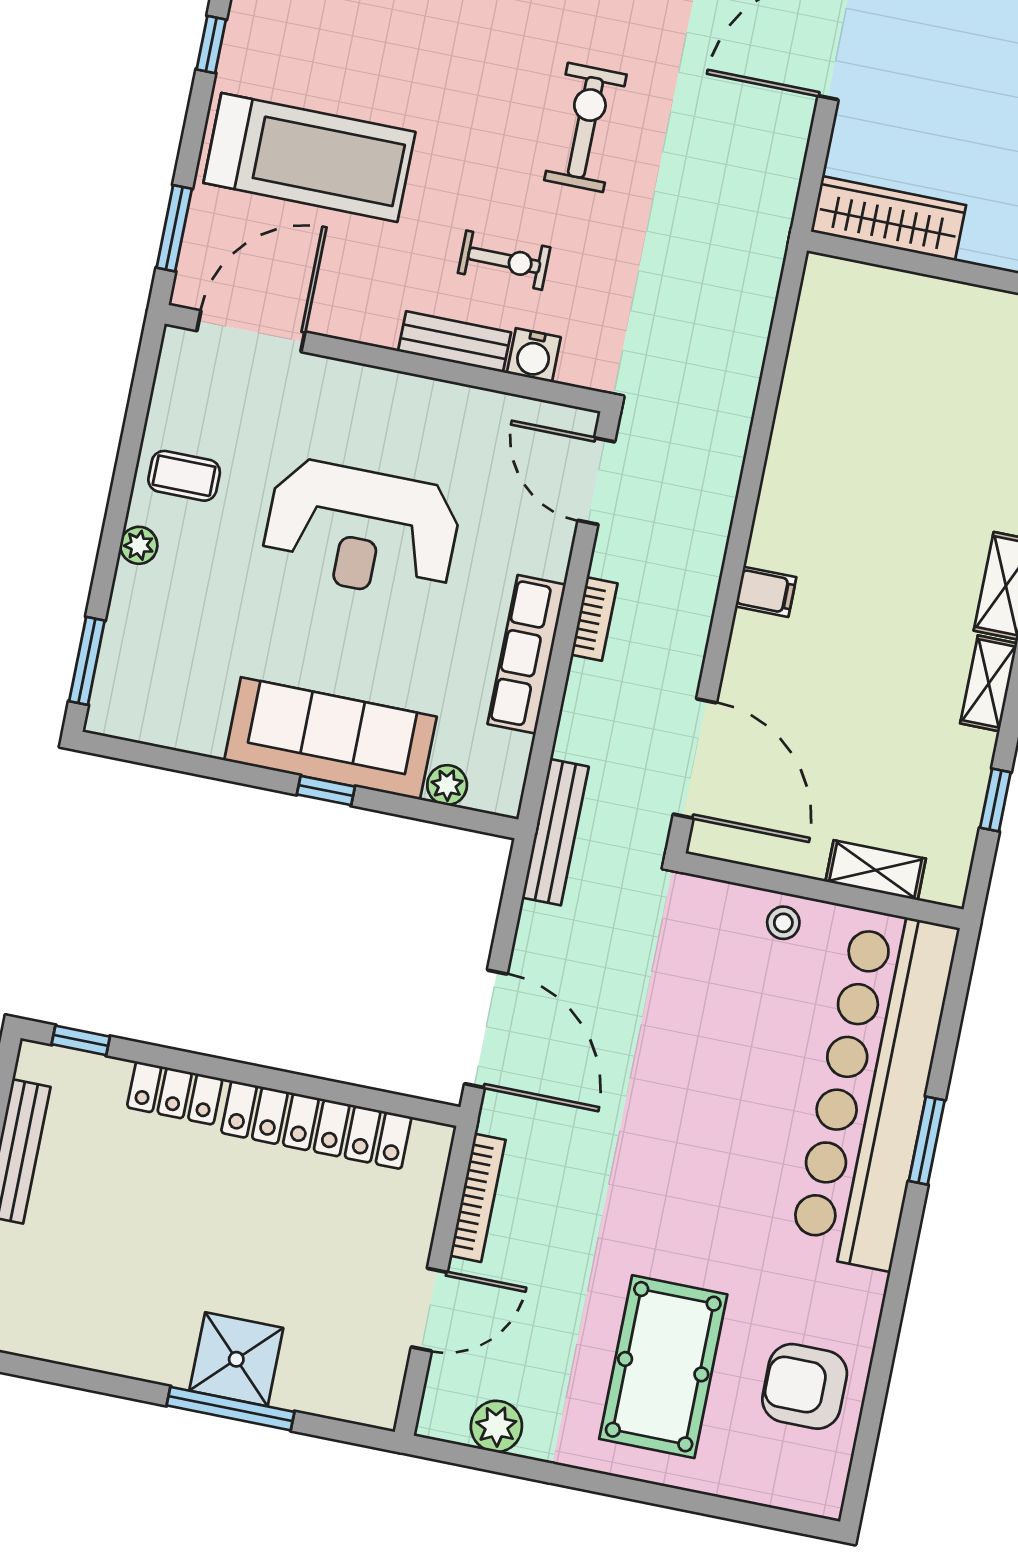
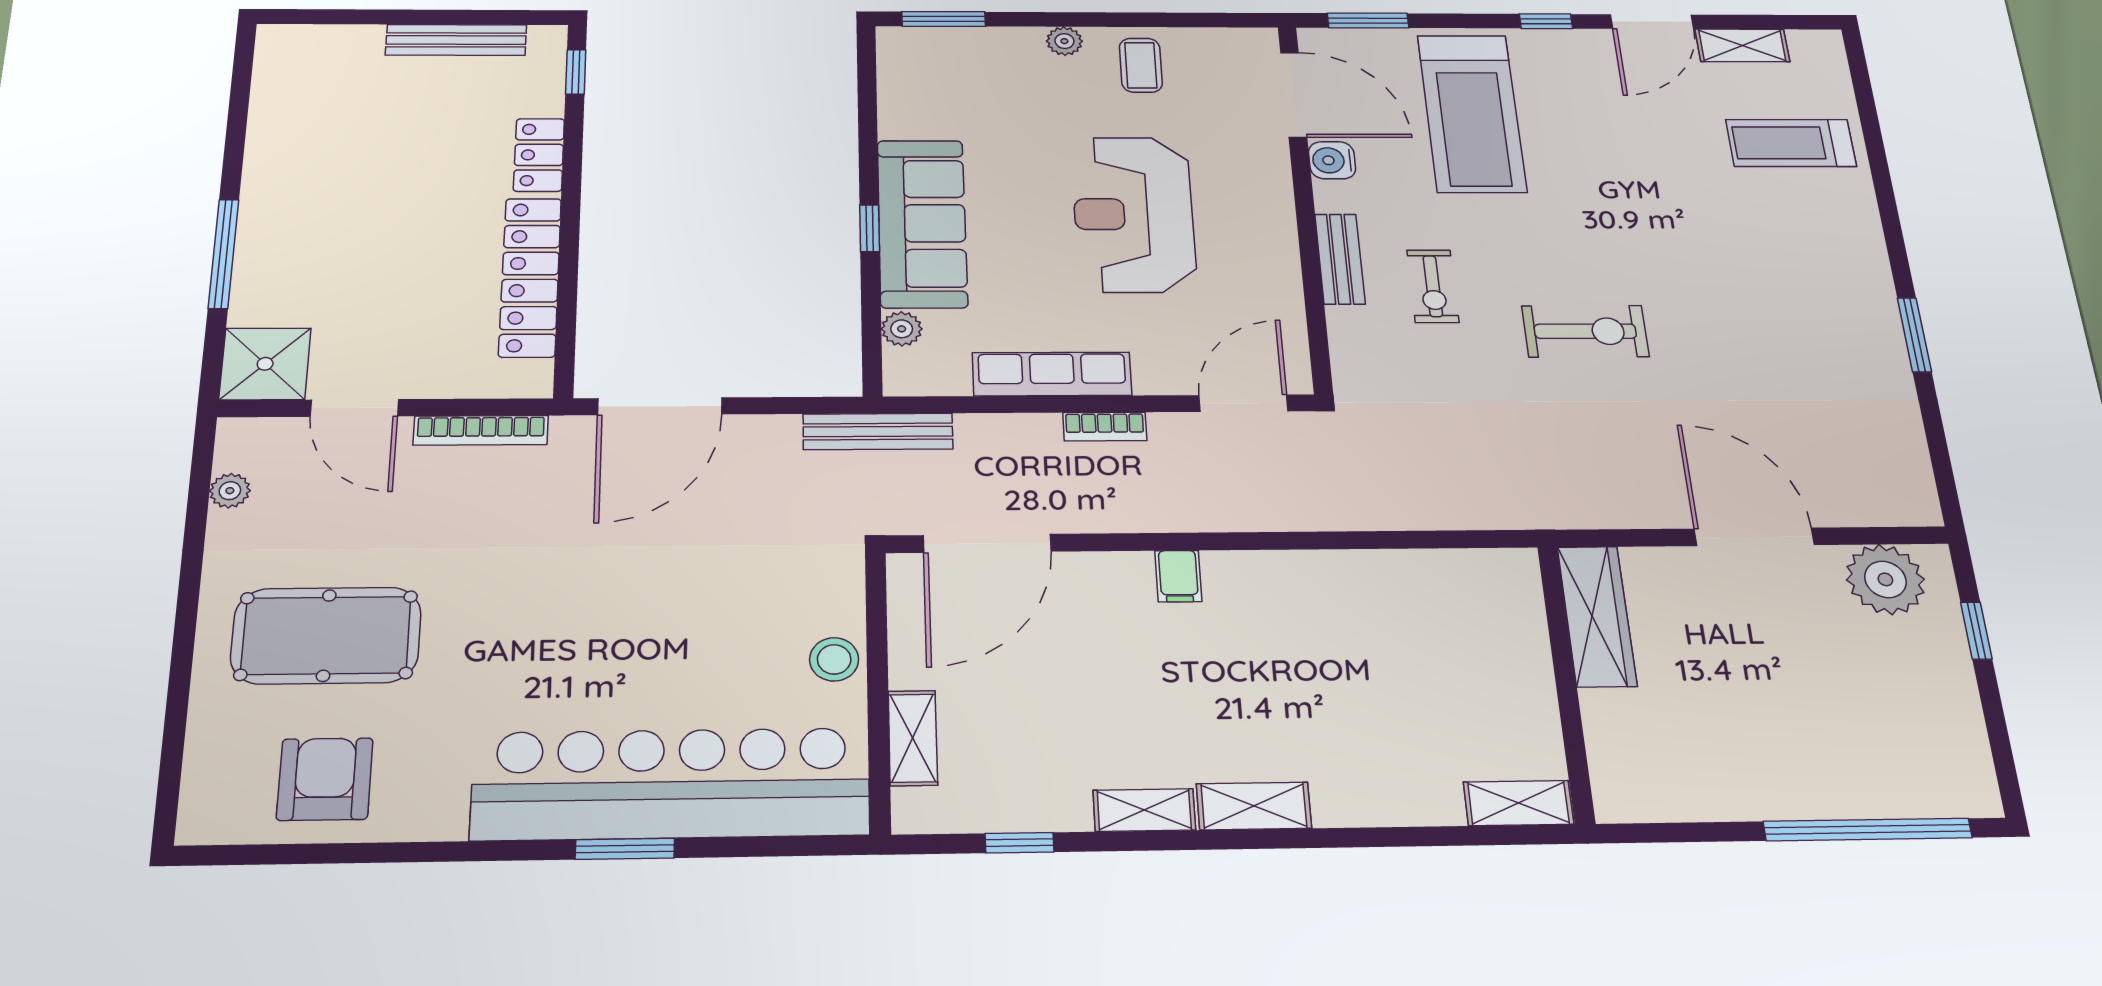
water cooler: (534, 355) -> (1332, 160), moved
stool: (783, 923) -> (834, 659), width x1.37, depth x1.37
shower: (236, 1359) -> (265, 364), moved
plant: (496, 1426) -> (230, 491), width x0.73, depth x0.73

